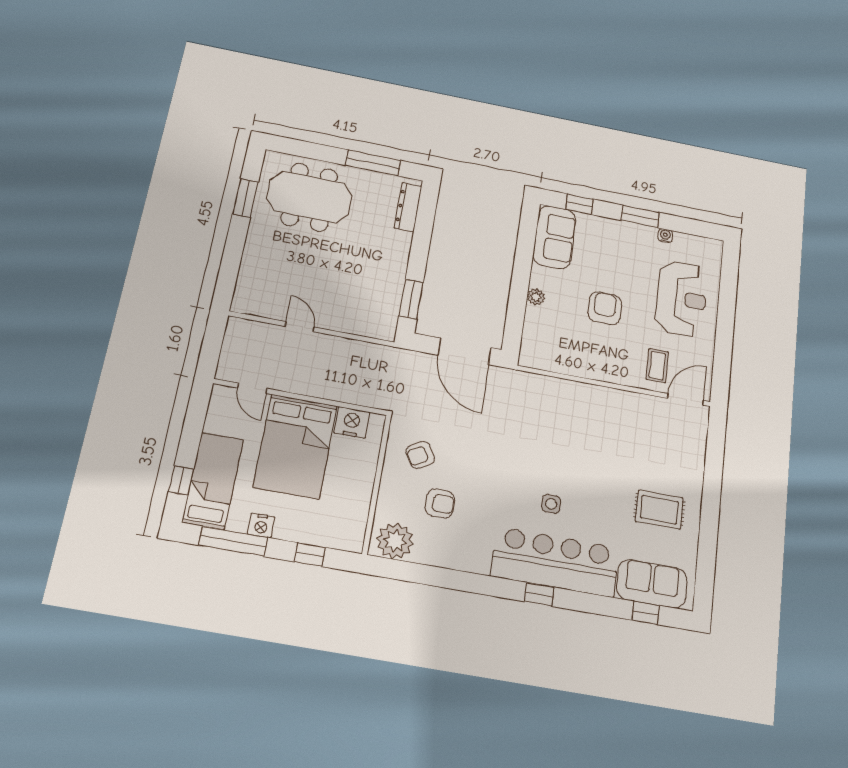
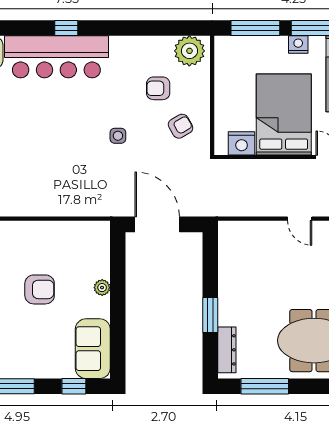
window: (411, 299) -> (210, 315), moved
armchair: (605, 308) -> (40, 289), turned -90
side table: (551, 504) -> (118, 136), moved
window: (310, 555) -> (255, 28), width x2.17

